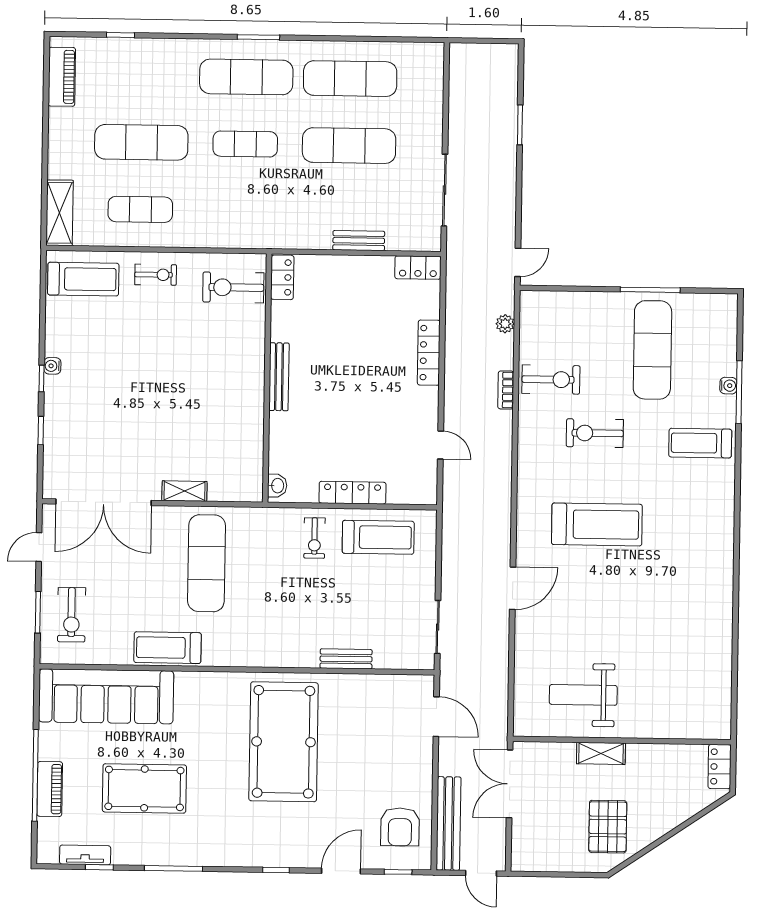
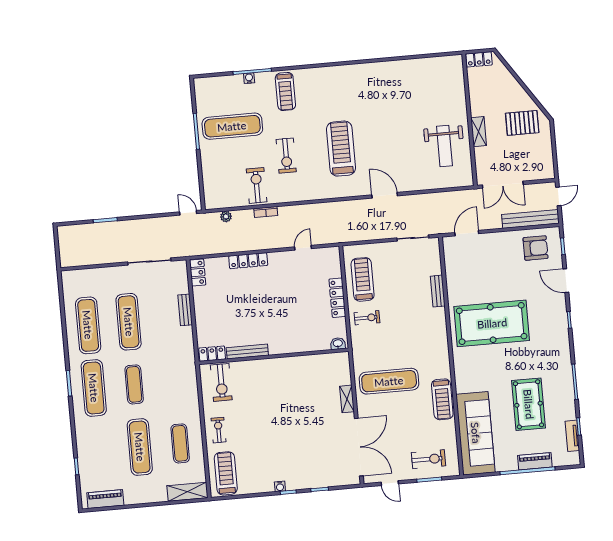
bench: (279, 377) -> (247, 352), moved

